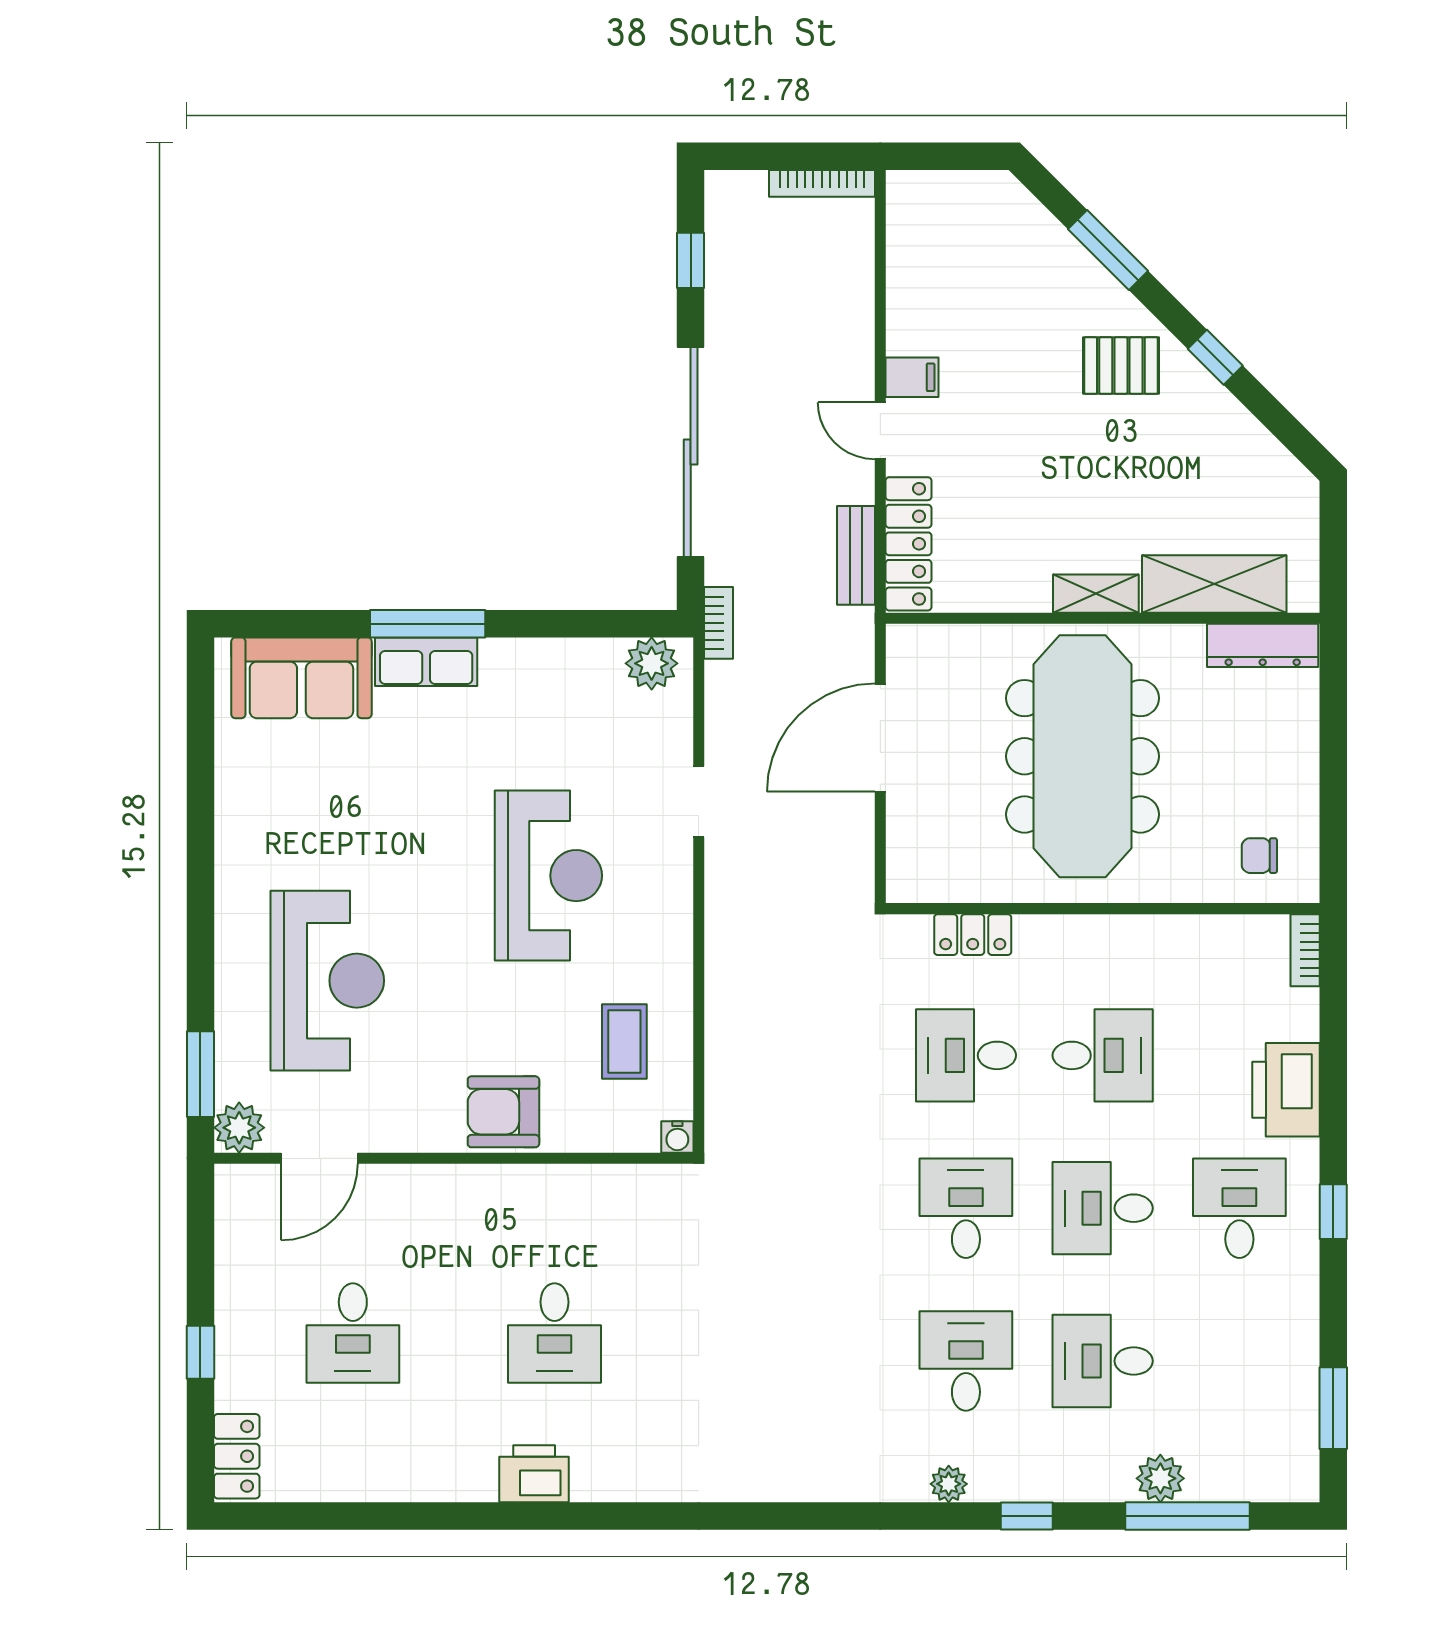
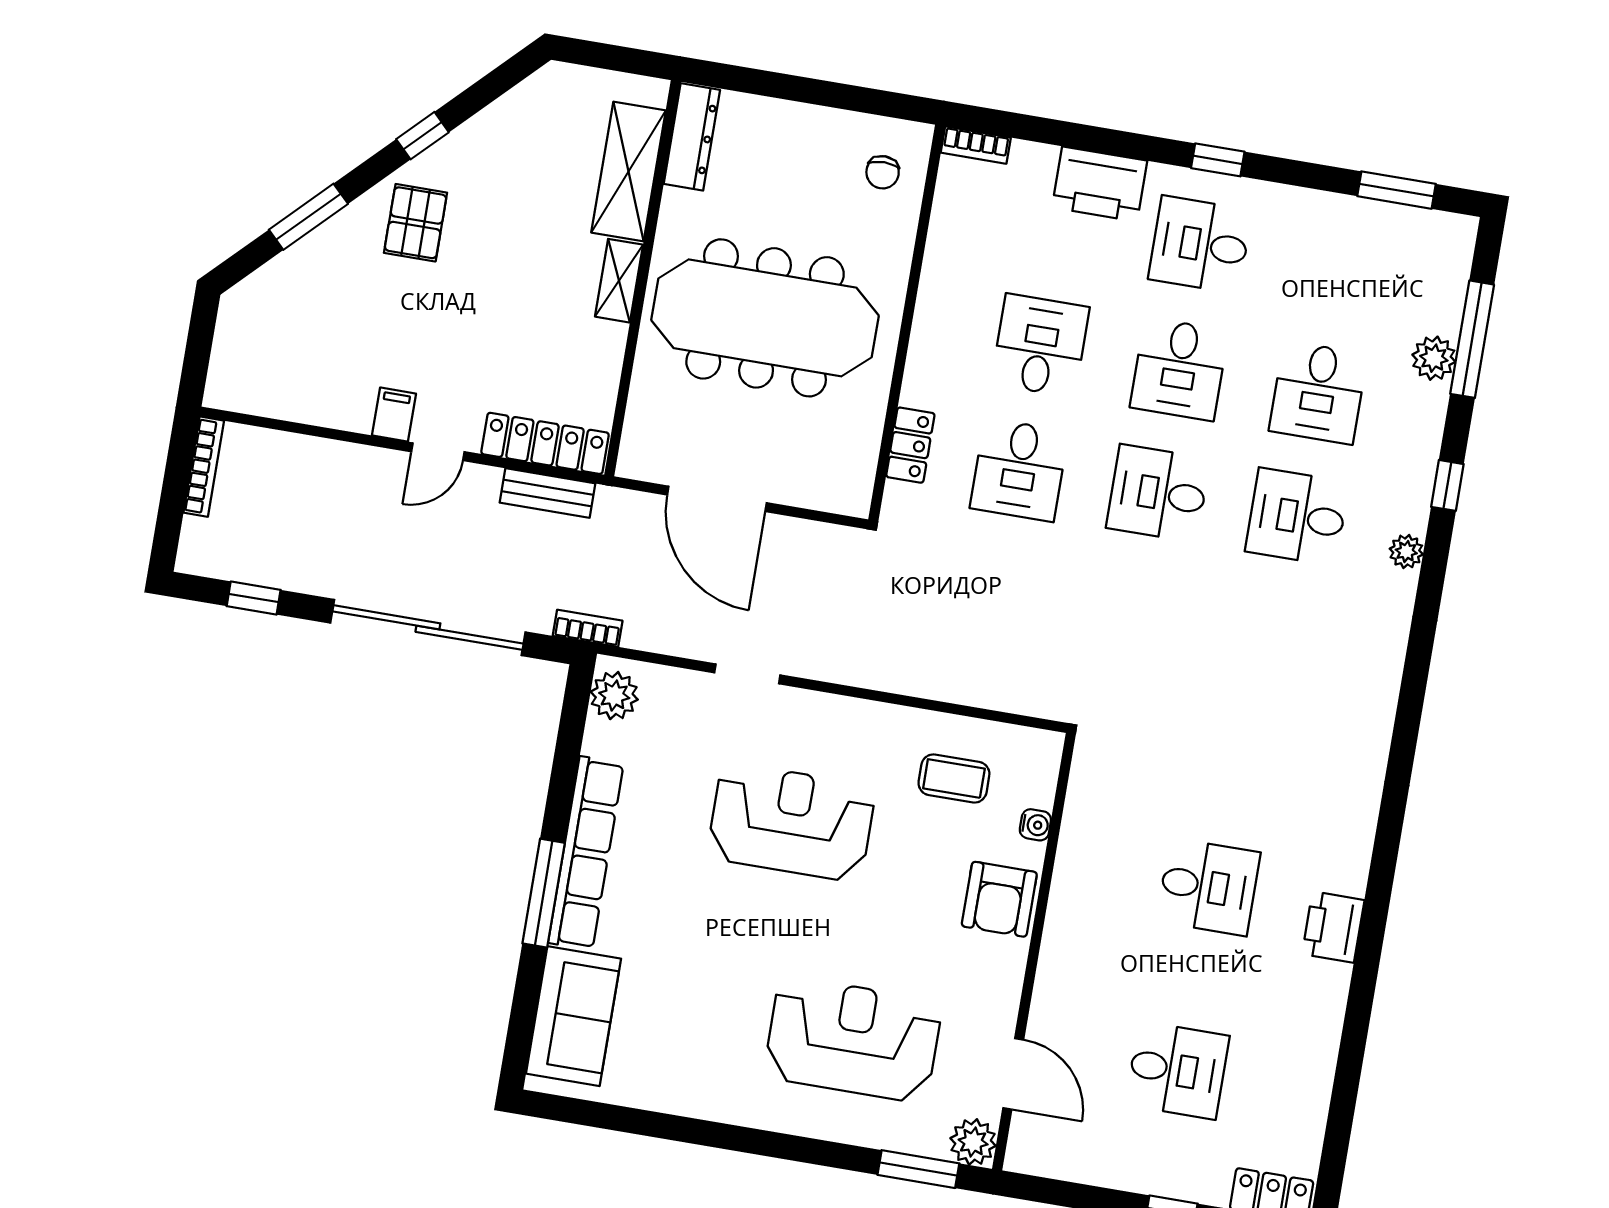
row of seats: (426, 662) -> (586, 853), width x2.02
water cooler: (677, 1137) -> (1035, 825), moved

